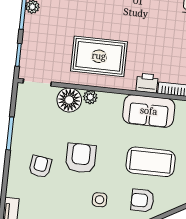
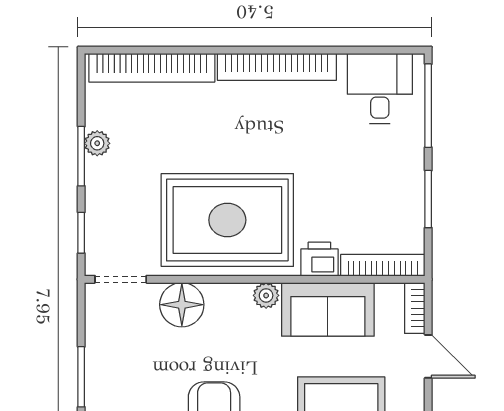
rug: (99, 56) -> (227, 220), width x1.37, depth x1.44
plant: (90, 97) -> (266, 295), moved

